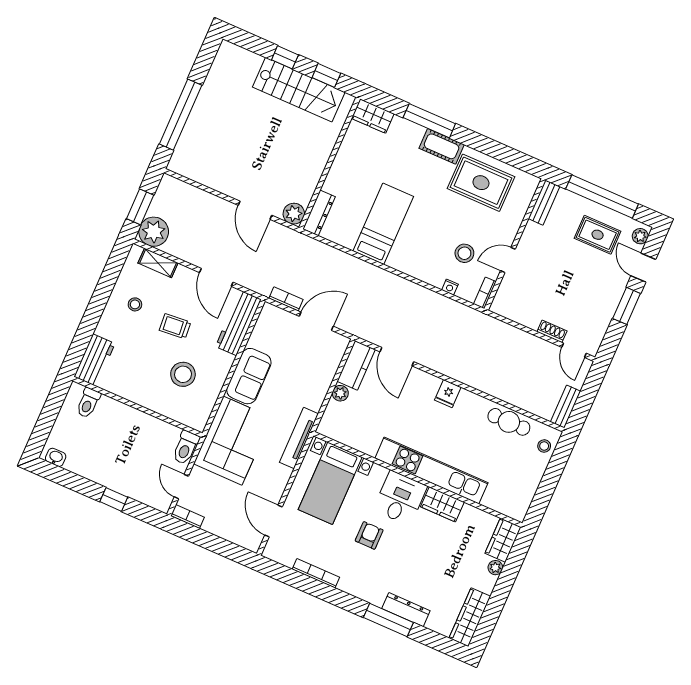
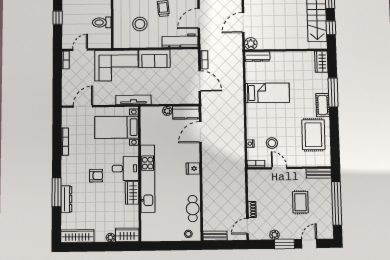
rug: (598, 235) -> (300, 202), moved
plant: (640, 236) -> (275, 235), moved
toilet: (186, 448) -> (102, 22), moved
armchair: (369, 535) -> (96, 176), moved

